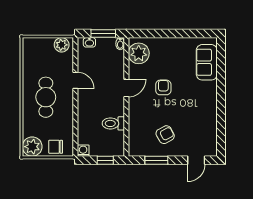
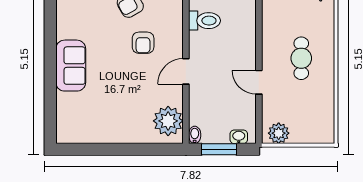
sofa: (207, 62) -> (71, 66), moved
armchair: (163, 87) -> (143, 43), moved
cafe table: (46, 97) -> (301, 58), width x0.73, depth x0.74

